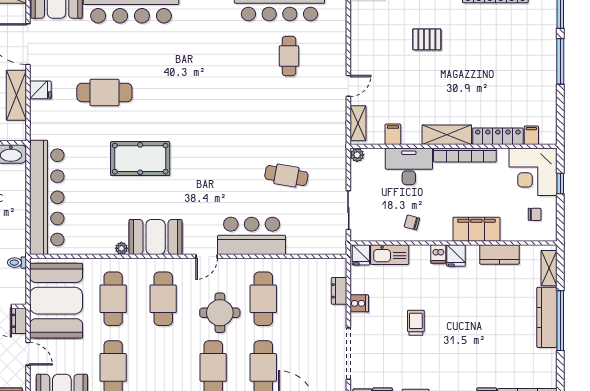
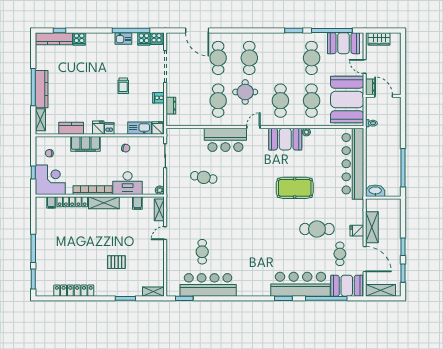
cafe table: (68, 53) -> (340, 254), added

